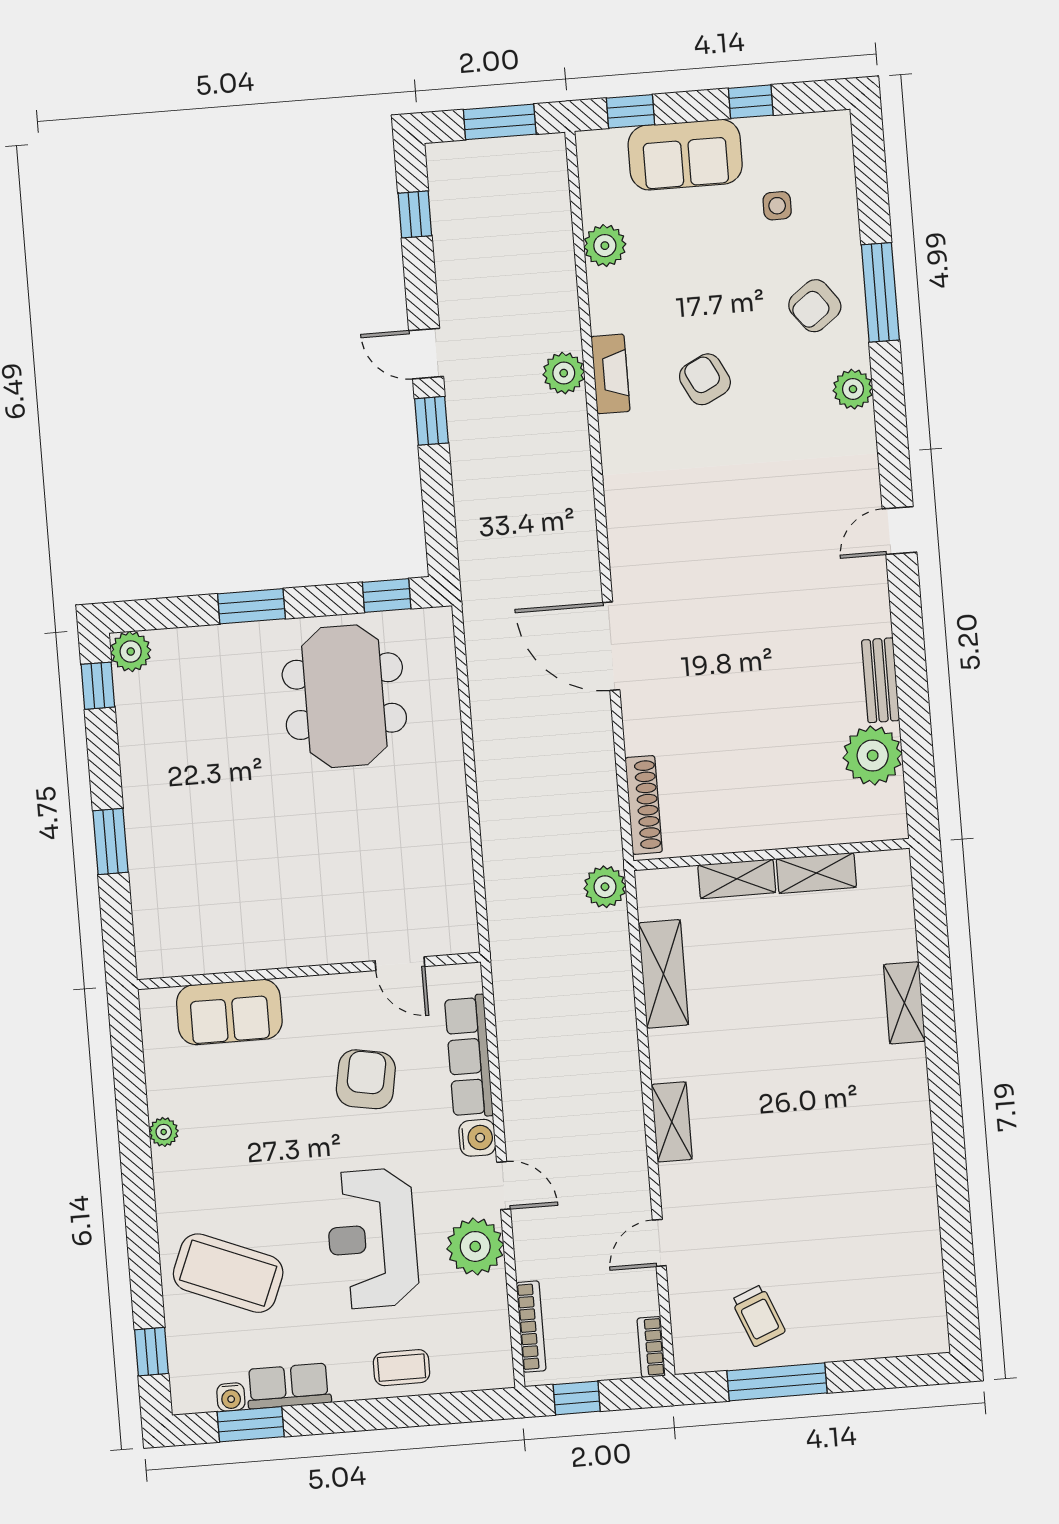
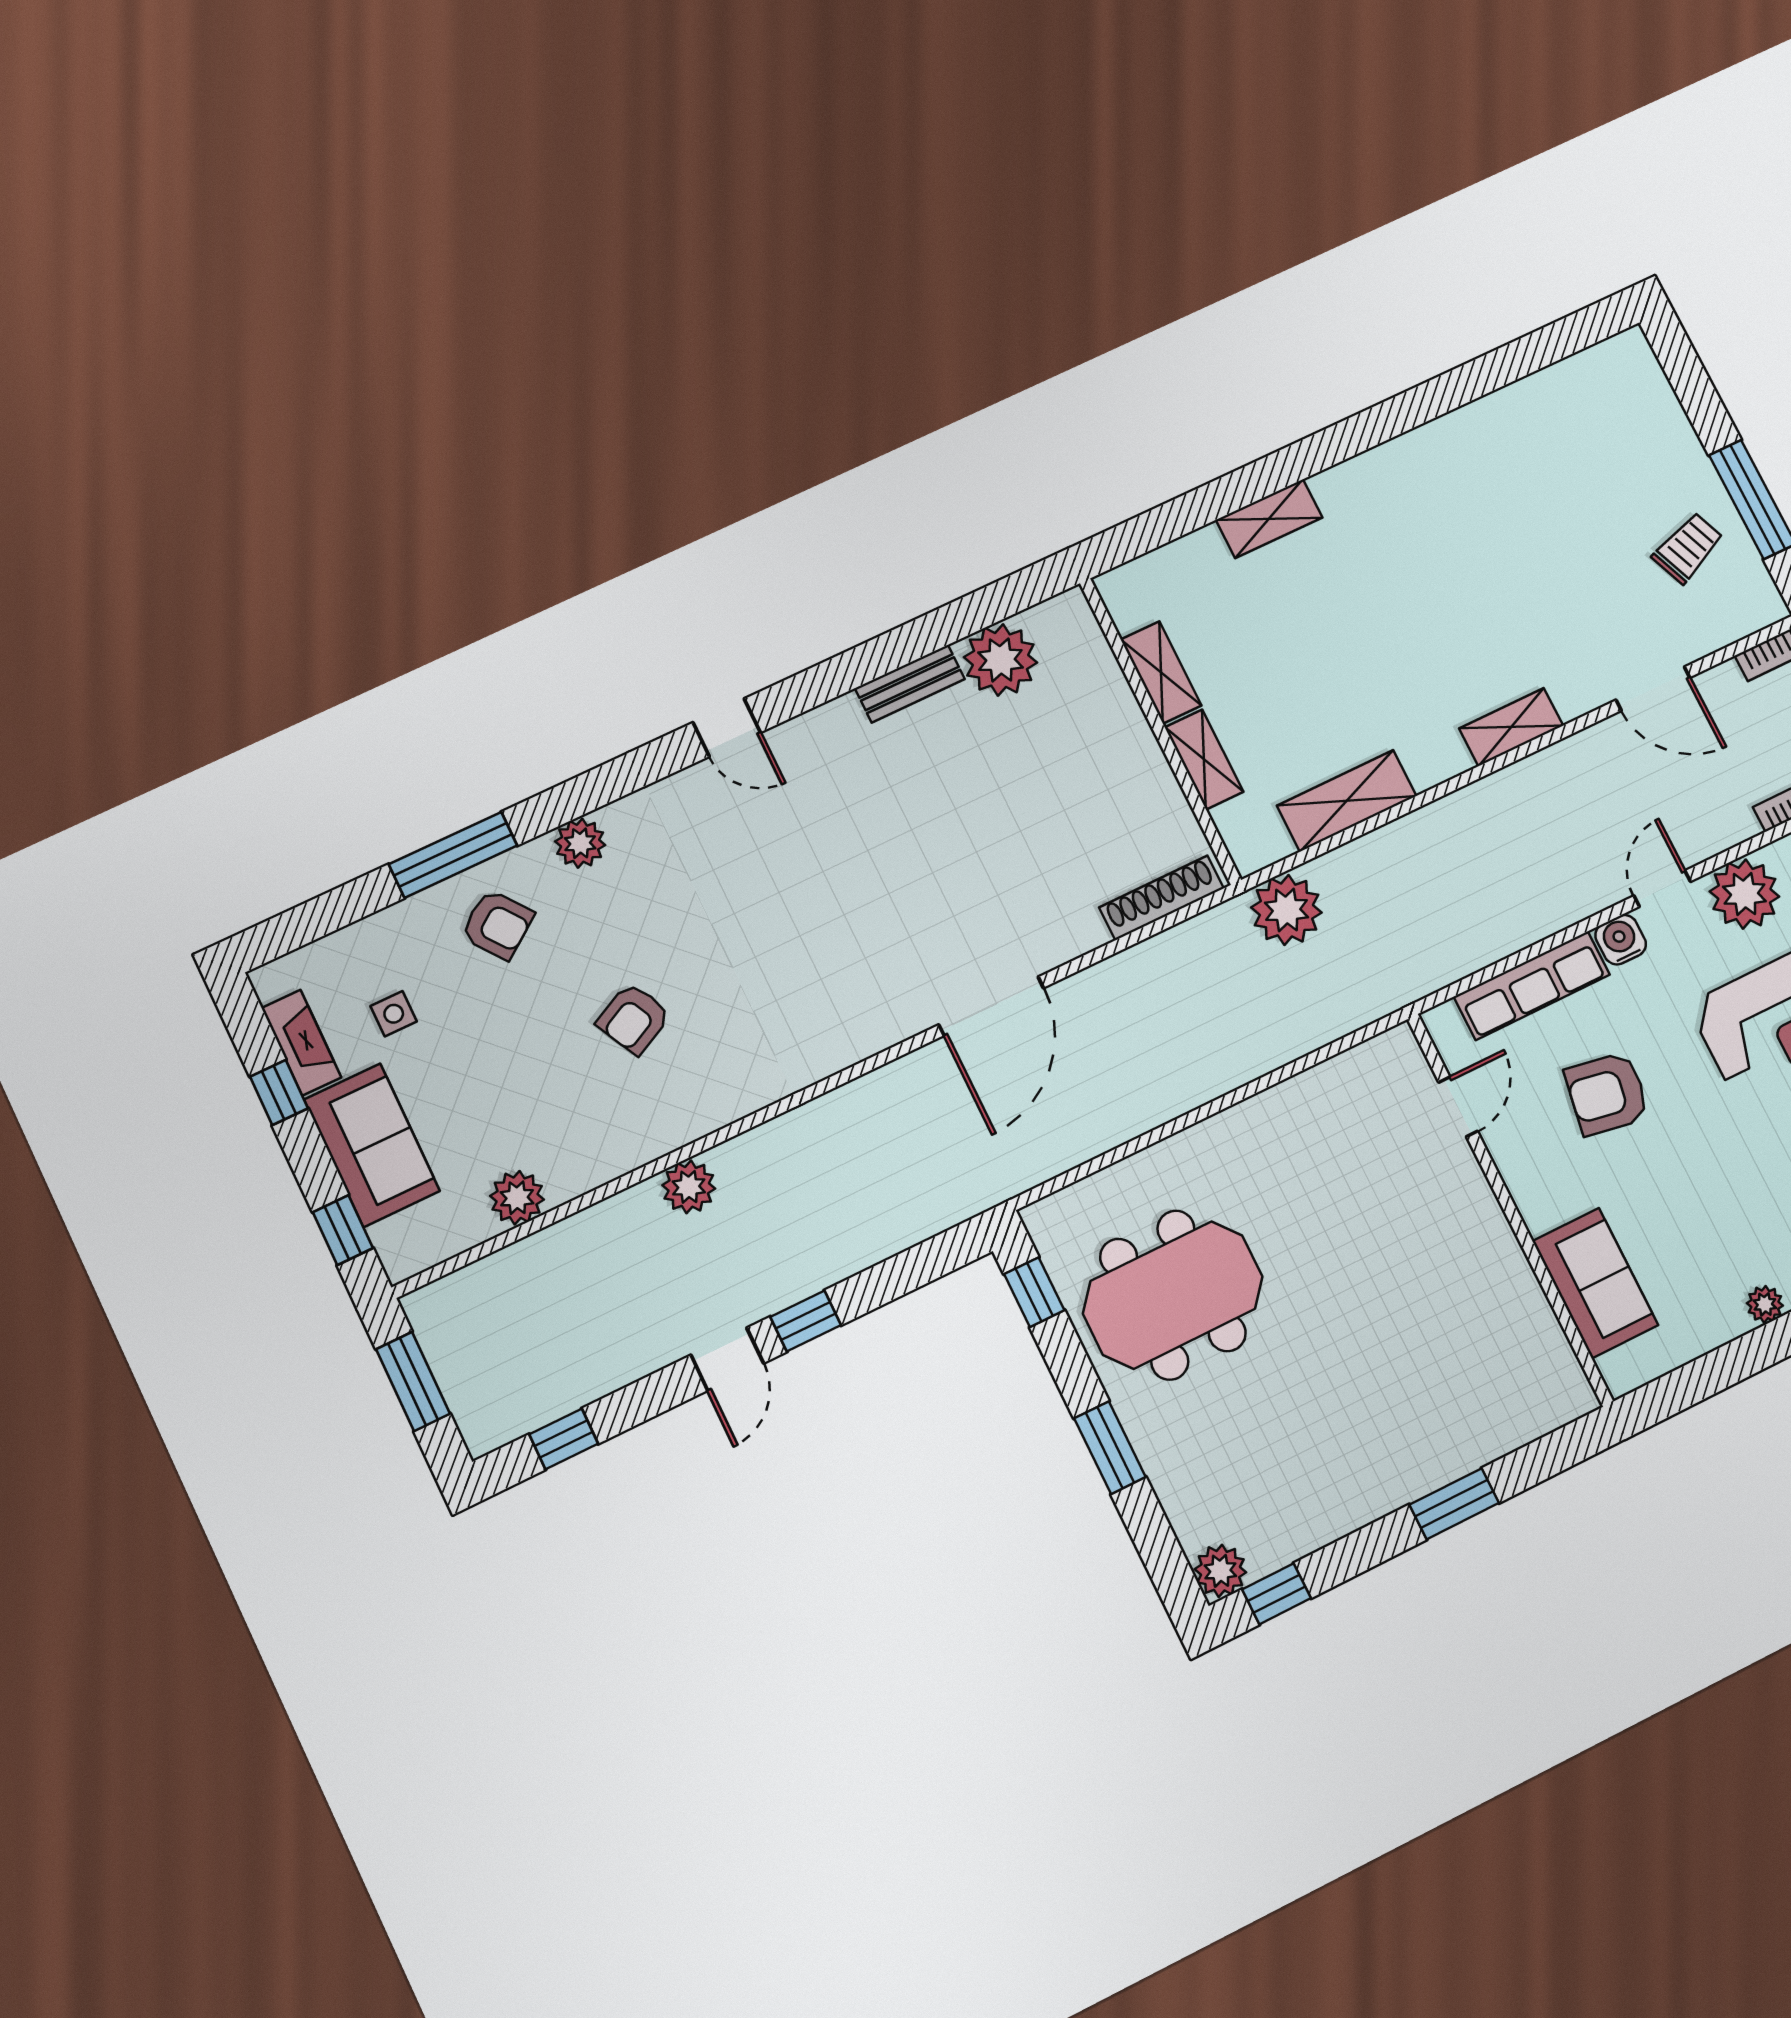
fireplace: (611, 374) -> (301, 1043), moved, turned 90
plant: (605, 887) -> (1286, 910), width x1.36, depth x1.36
door: (659, 1243) -> (1653, 689), width x1.38

